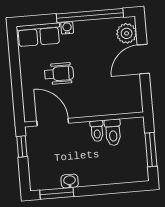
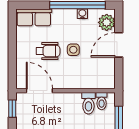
water cooler: (67, 28) -> (82, 14), moved
side table: (89, 70) -> (73, 50), added
toilet: (97, 131) -> (102, 101), moved

